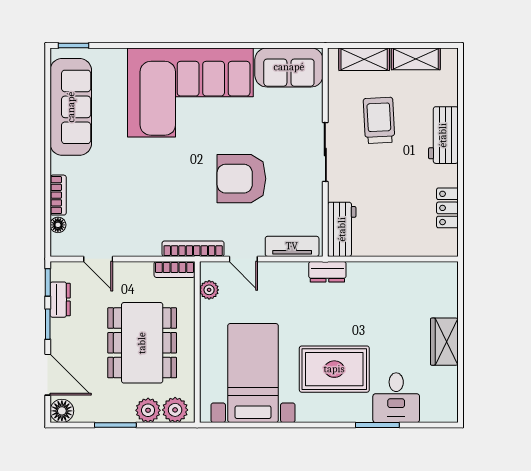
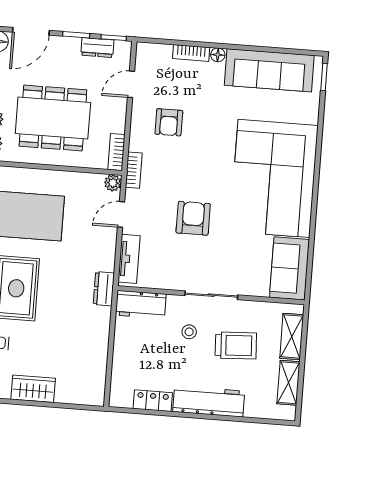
workbench: (443, 135) -> (209, 401), width x1.38
stool: (368, 173) -> (189, 332), added
armchair: (241, 179) -> (193, 218), width x0.73, depth x0.73
armchair: (137, 214) -> (169, 122), added
floor lamp: (58, 225) -> (218, 55), moved
bookcase: (193, 249) -> (134, 170), width x0.64
plant: (209, 290) -> (113, 183), moved

